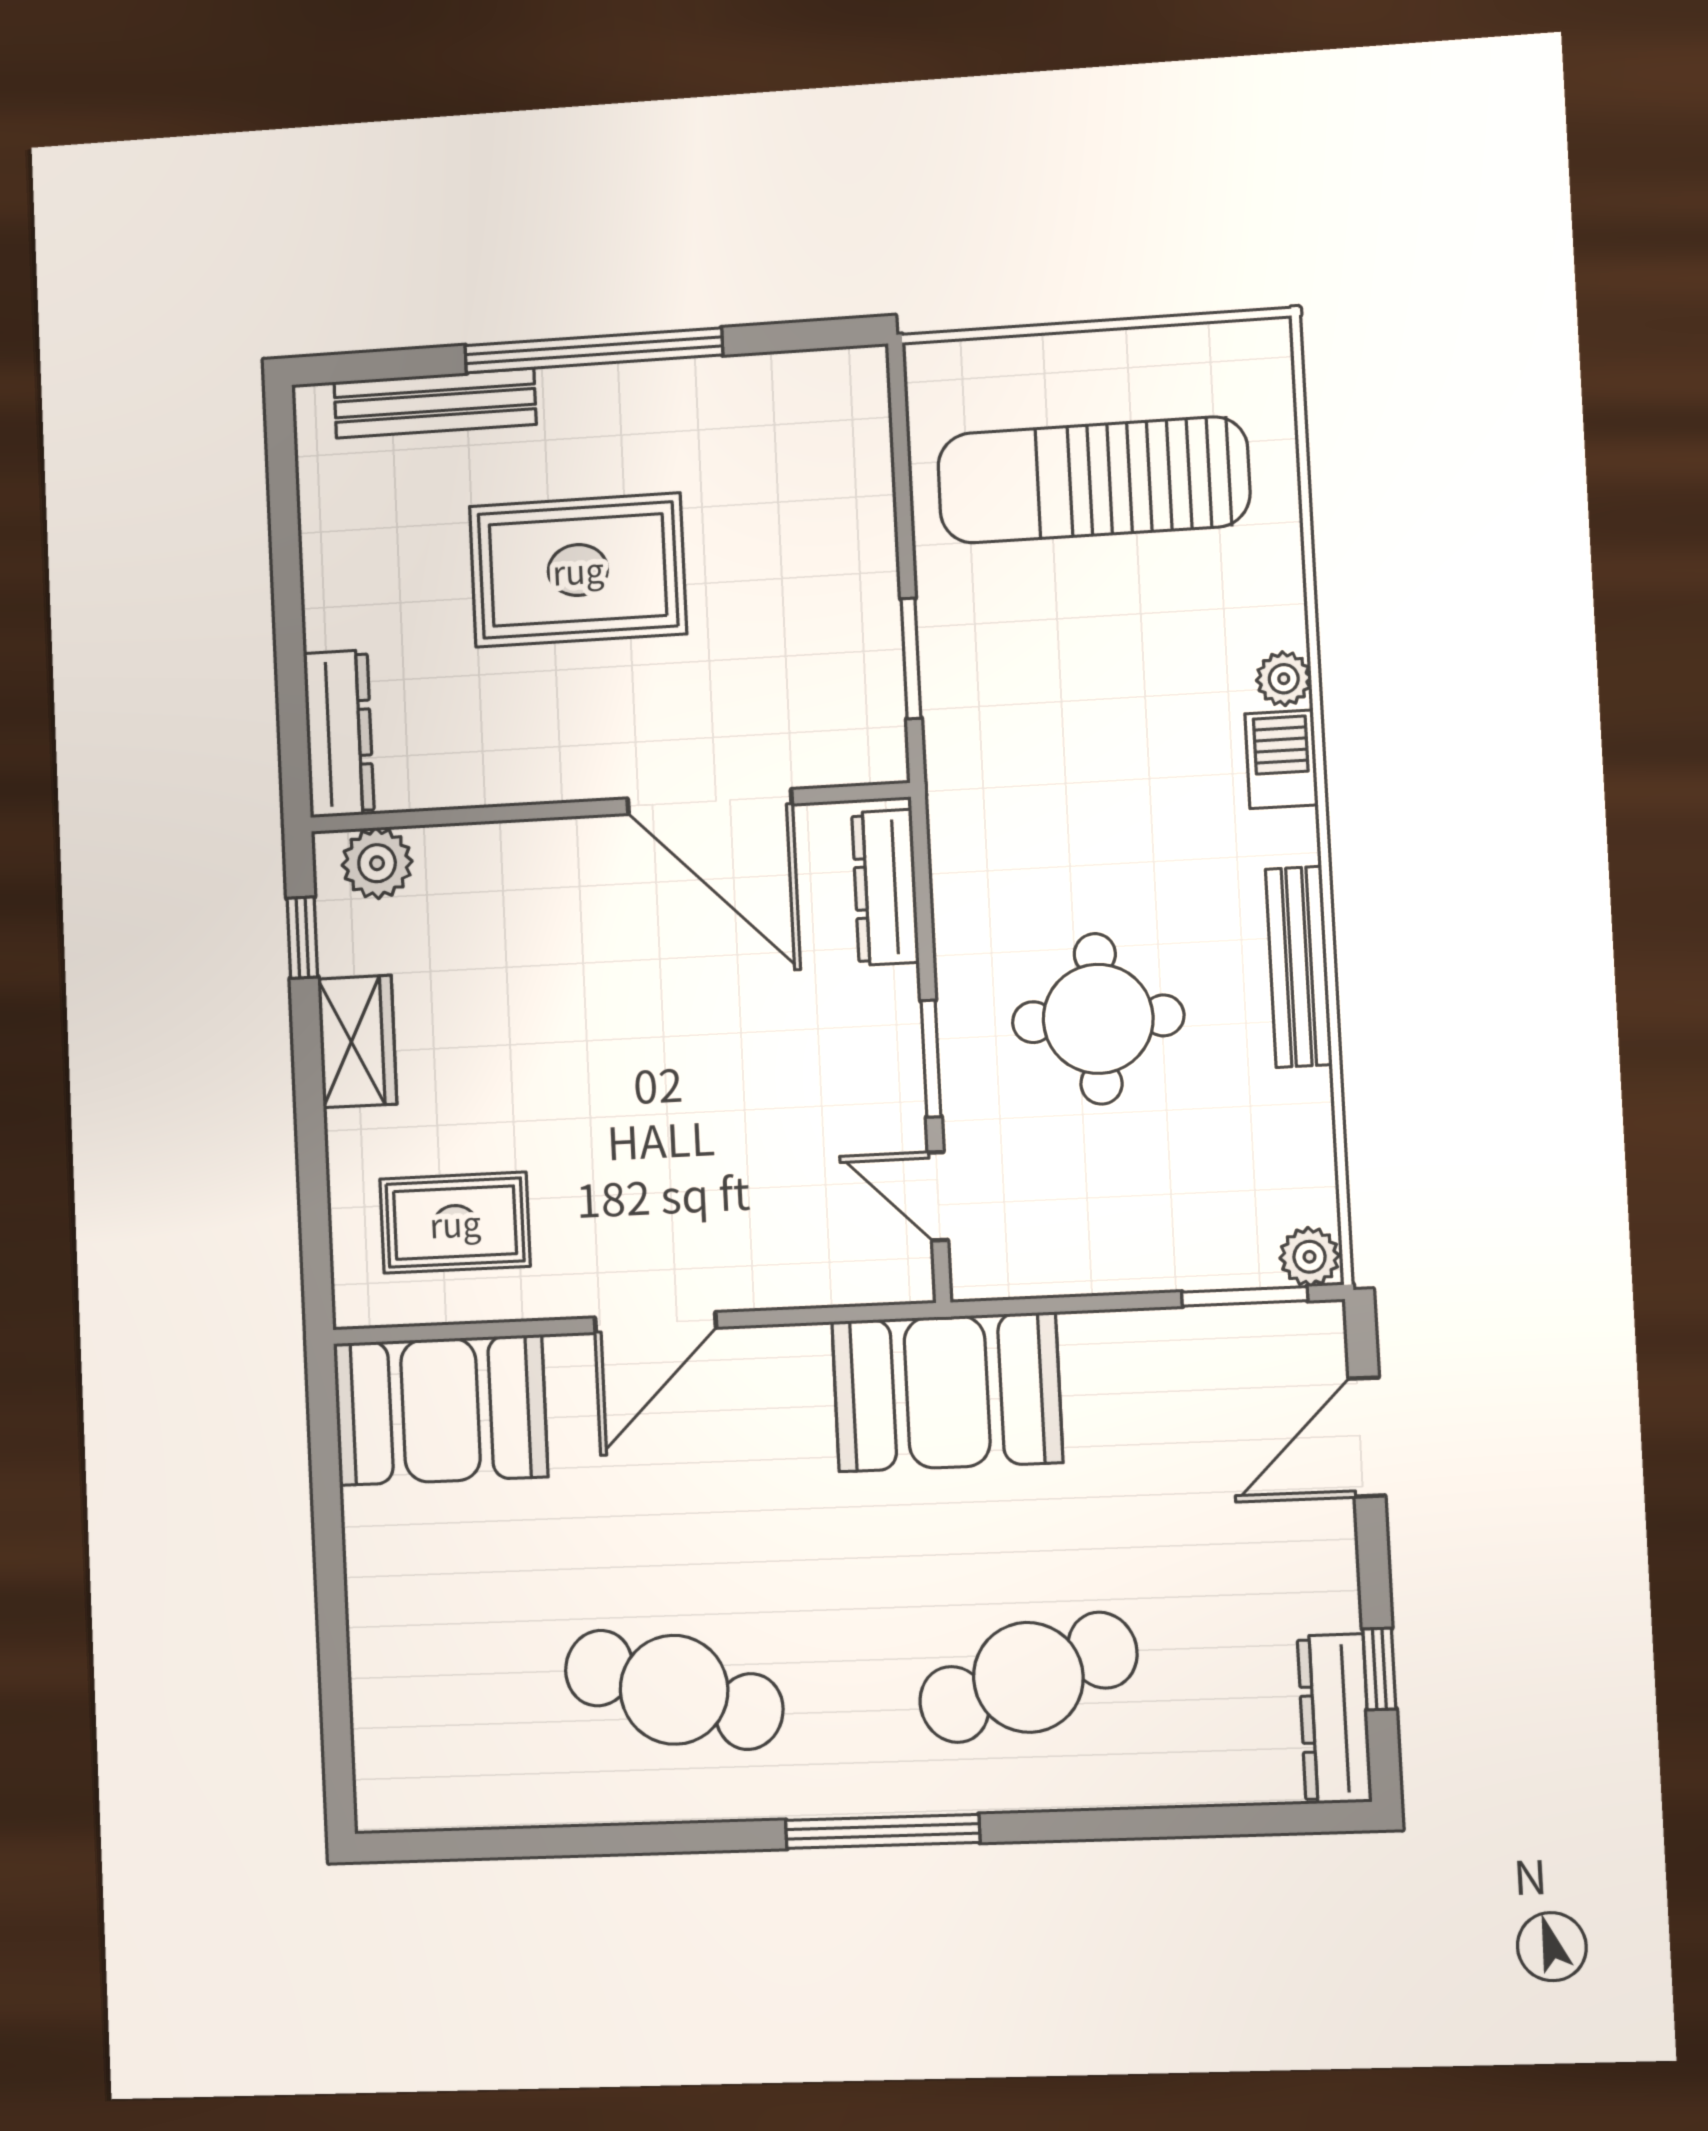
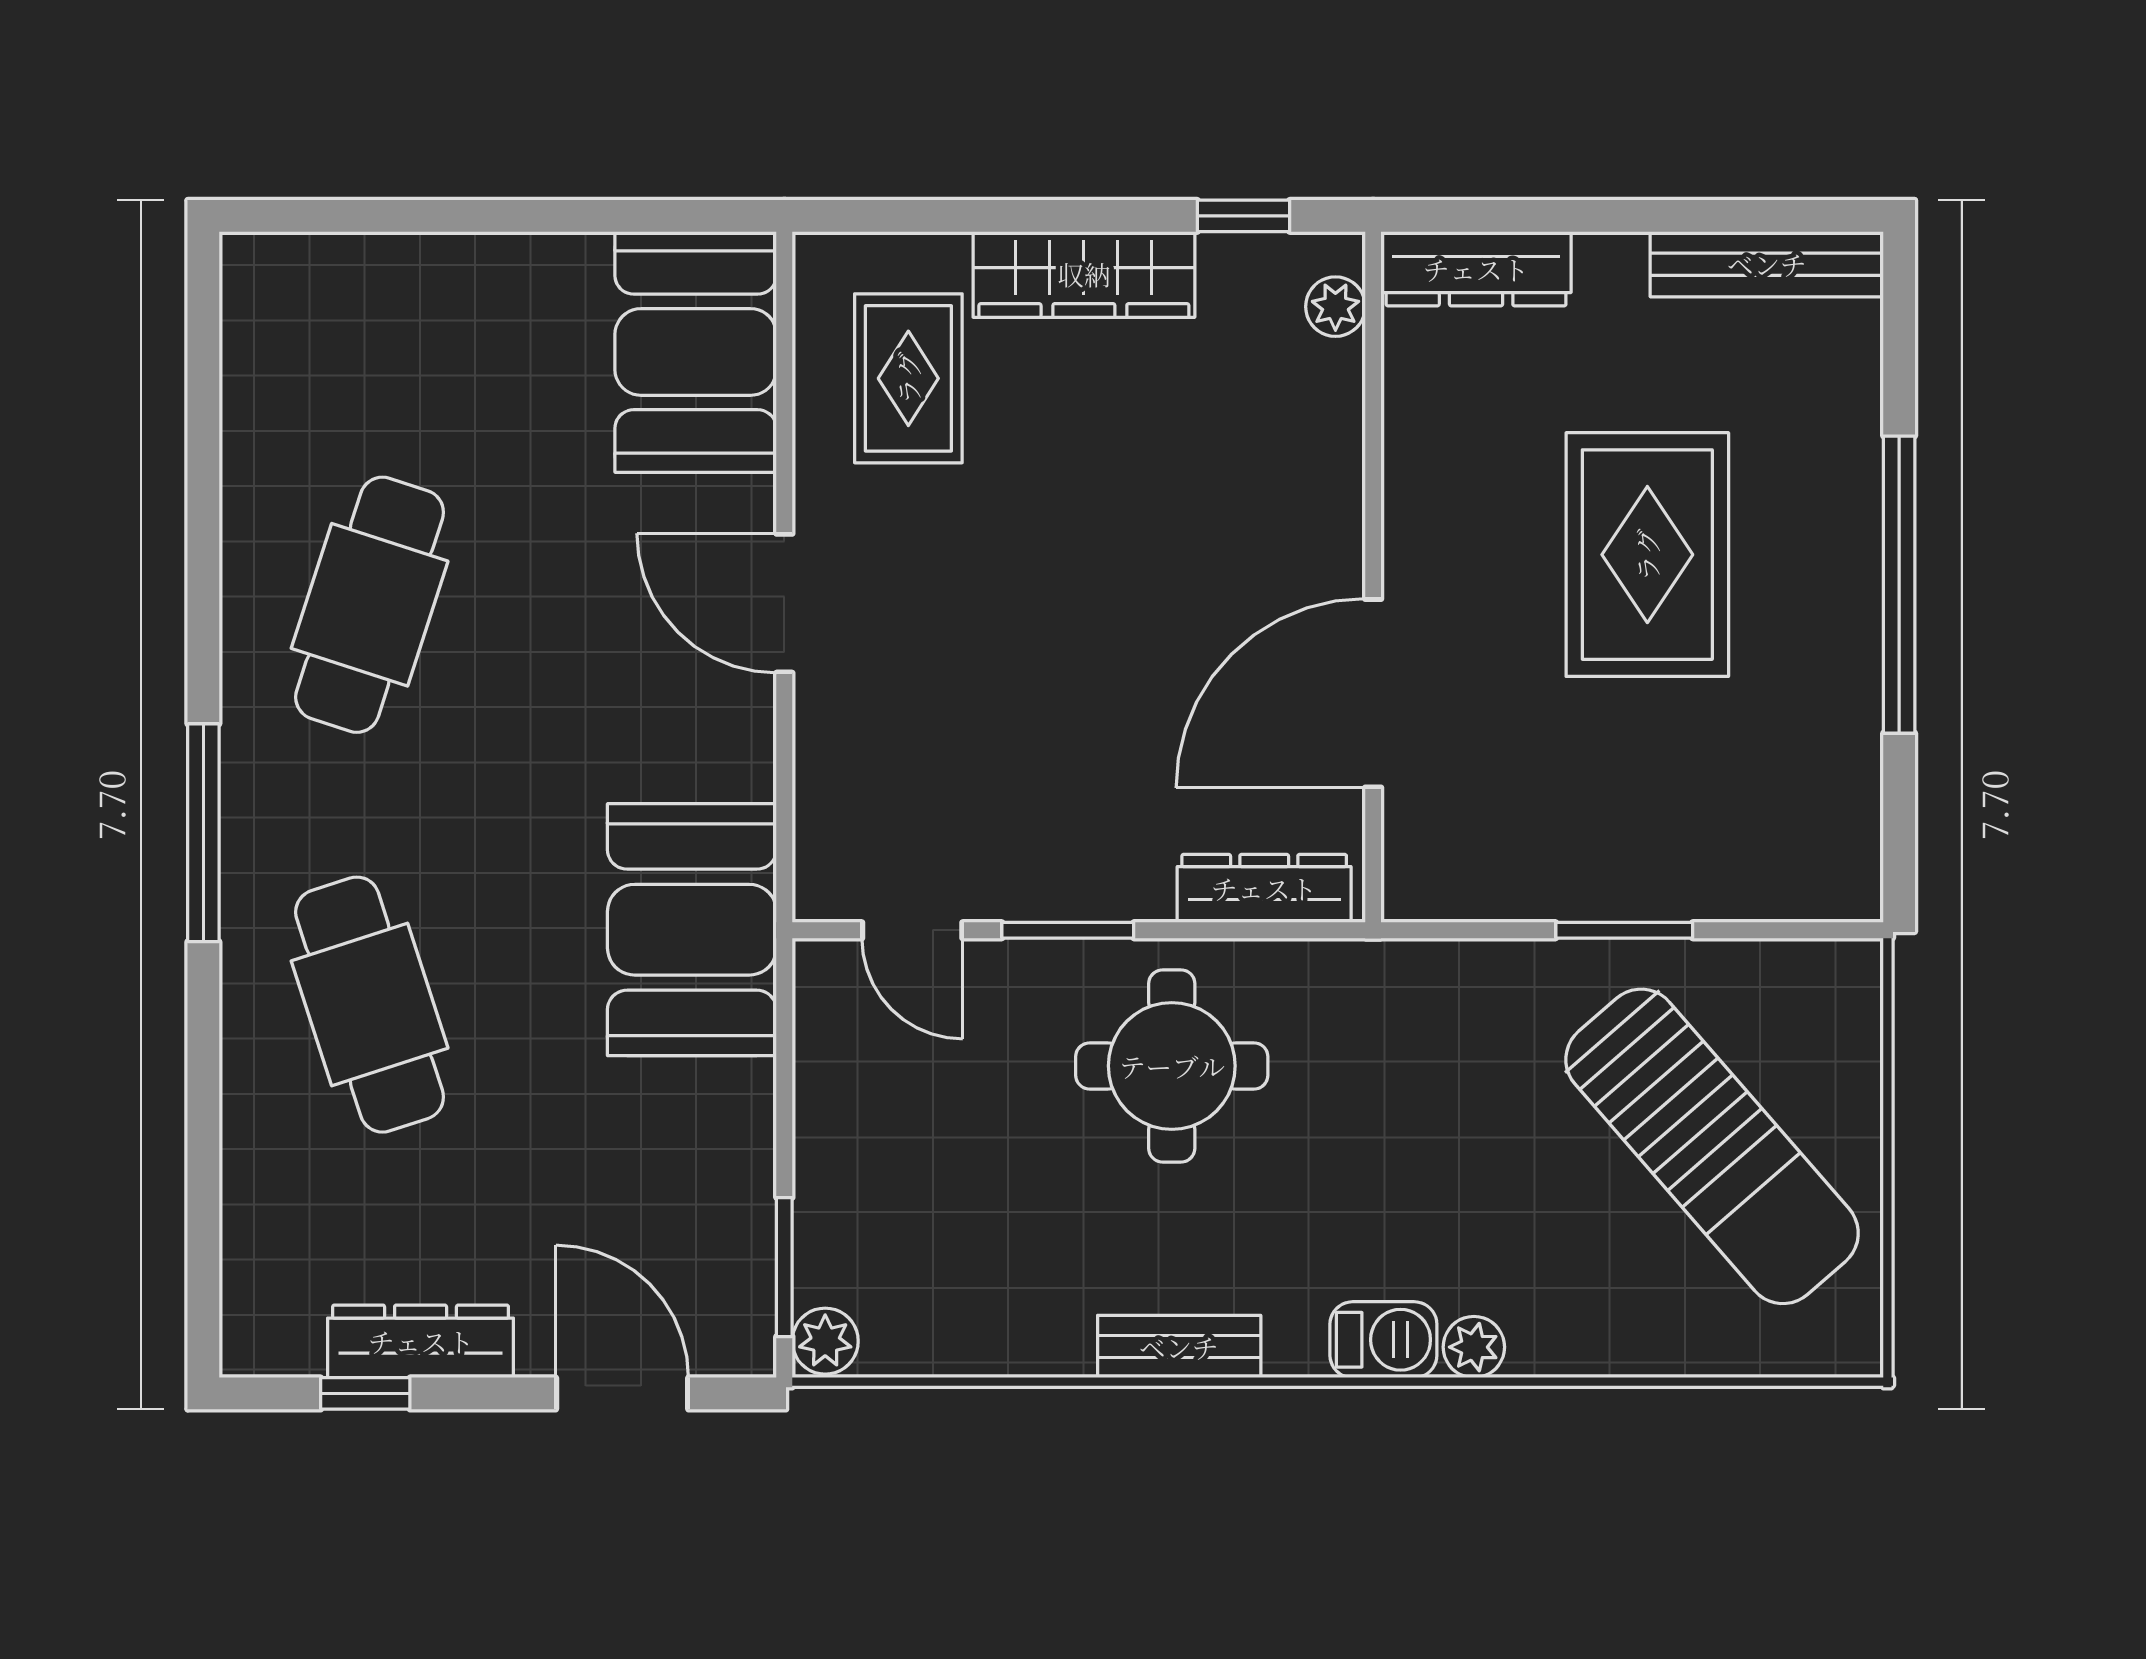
bench: (435, 403) -> (1767, 264), moved, turned 90
sun lounger: (1094, 480) -> (1712, 1146), turned 139
window: (911, 658) -> (1624, 930), moved
plant: (377, 863) -> (1335, 307), width x0.73, depth x0.73
bench: (1299, 967) -> (1179, 1347), width x0.73
round table: (1098, 1019) -> (1172, 1066), moved
wardrobe: (357, 1041) -> (1084, 274), width x1.50
door: (938, 1196) -> (912, 930), swing flipped
dresser: (1335, 1719) -> (421, 1341), moved

